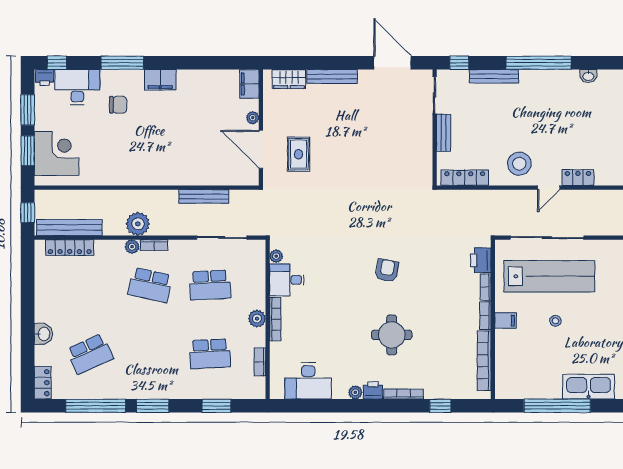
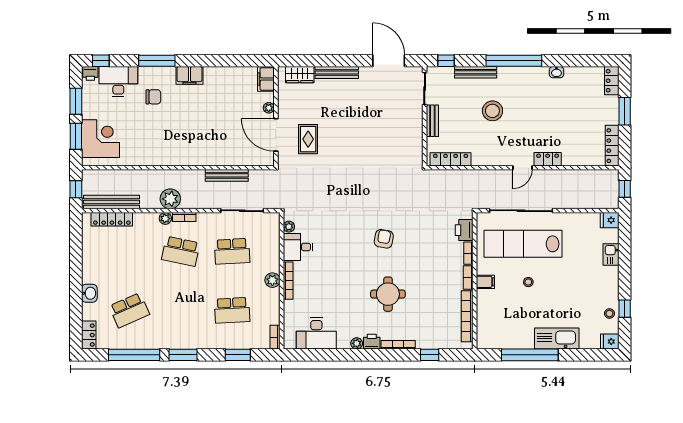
stool: (519, 164) -> (492, 111), moved
lab bench: (549, 276) -> (523, 244), turned 180
bookcase: (260, 362) -> (275, 337), moved

